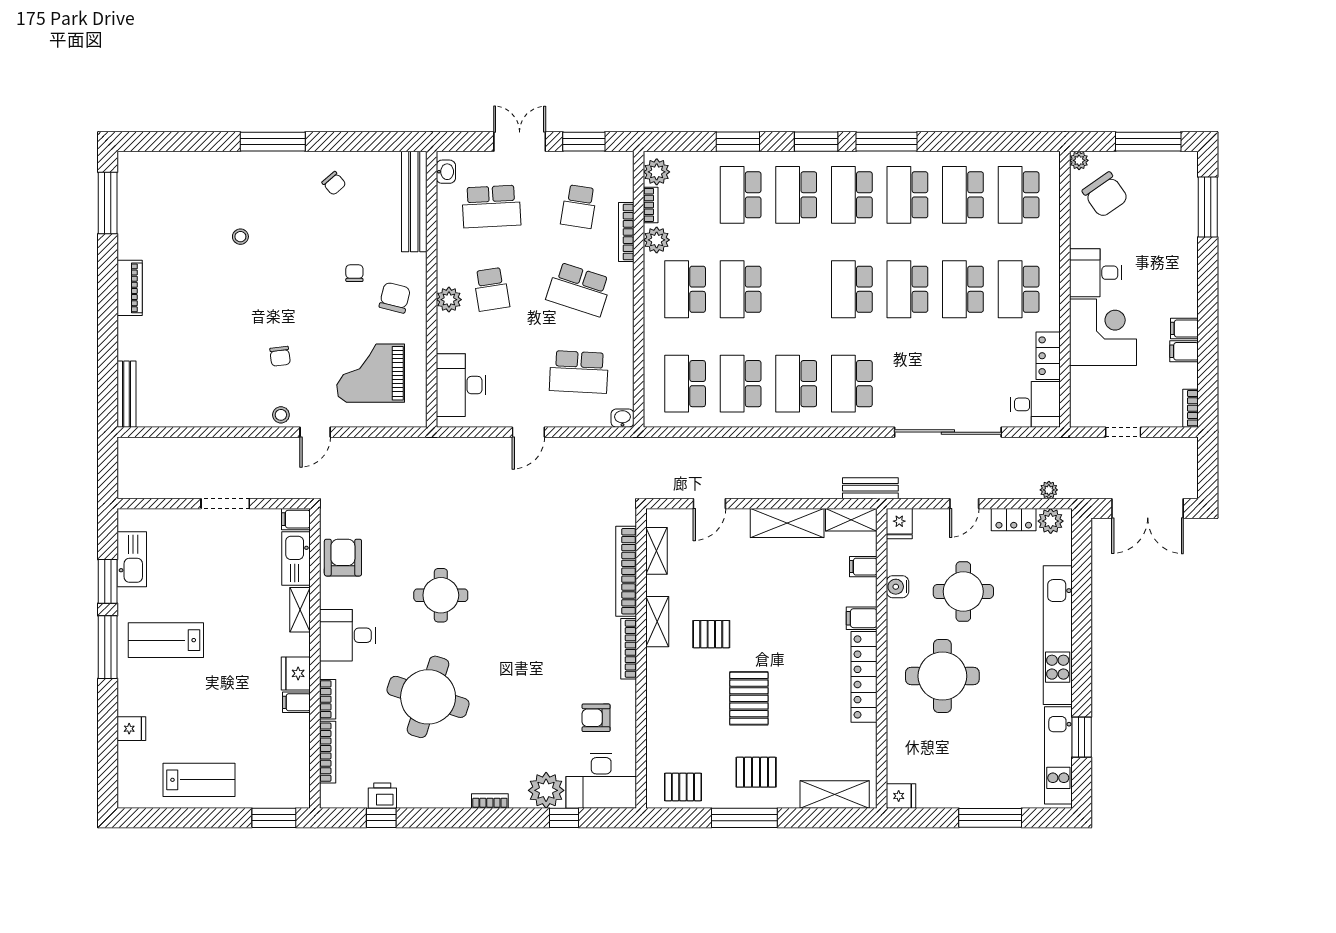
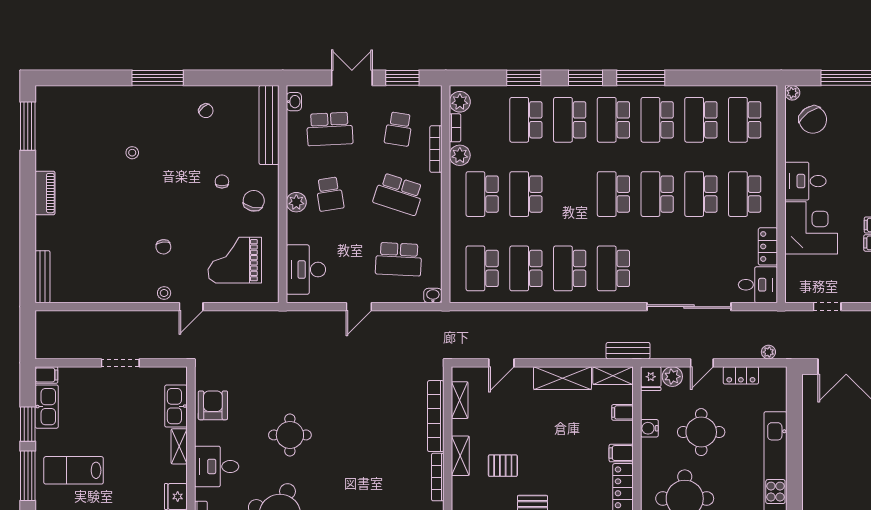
filing cabinet: (296, 519) -> (46, 375), moved, turned 180
plant: (1051, 521) -> (672, 377), moved

